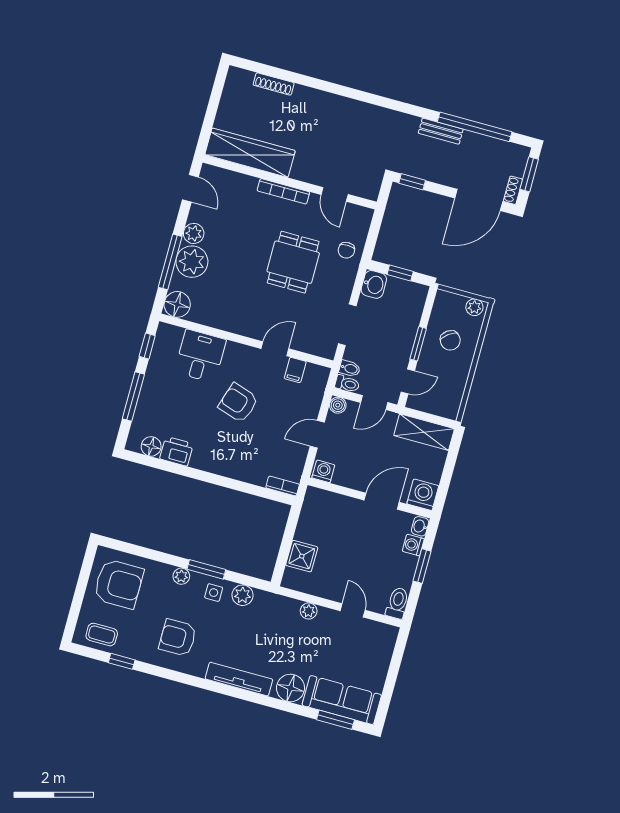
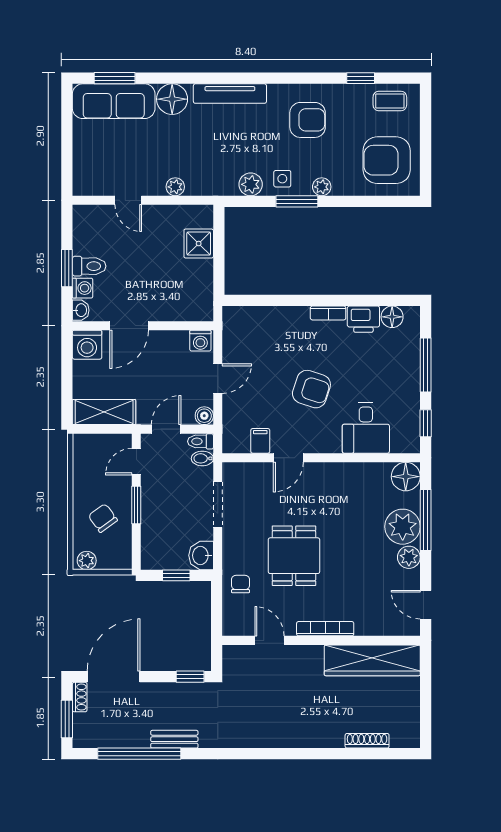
bookcase: (283, 486) -> (328, 313), moved
toilet: (397, 603) -> (89, 266), moved, turned -90

